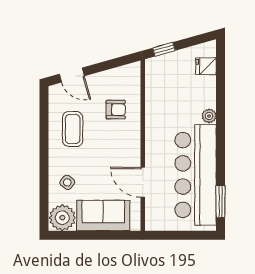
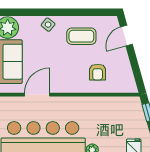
side table: (67, 182) -> (48, 25), moved

